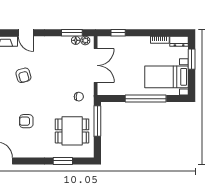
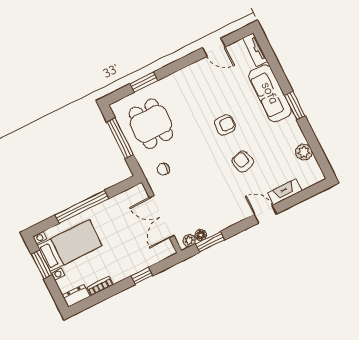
window: (118, 33) -> (142, 276), moved
window: (192, 59) -> (42, 265), moved
armchair: (26, 121) -> (225, 125), moved
window: (97, 121) -> (120, 138), moved
dining table: (72, 131) -> (151, 124), turned 90

